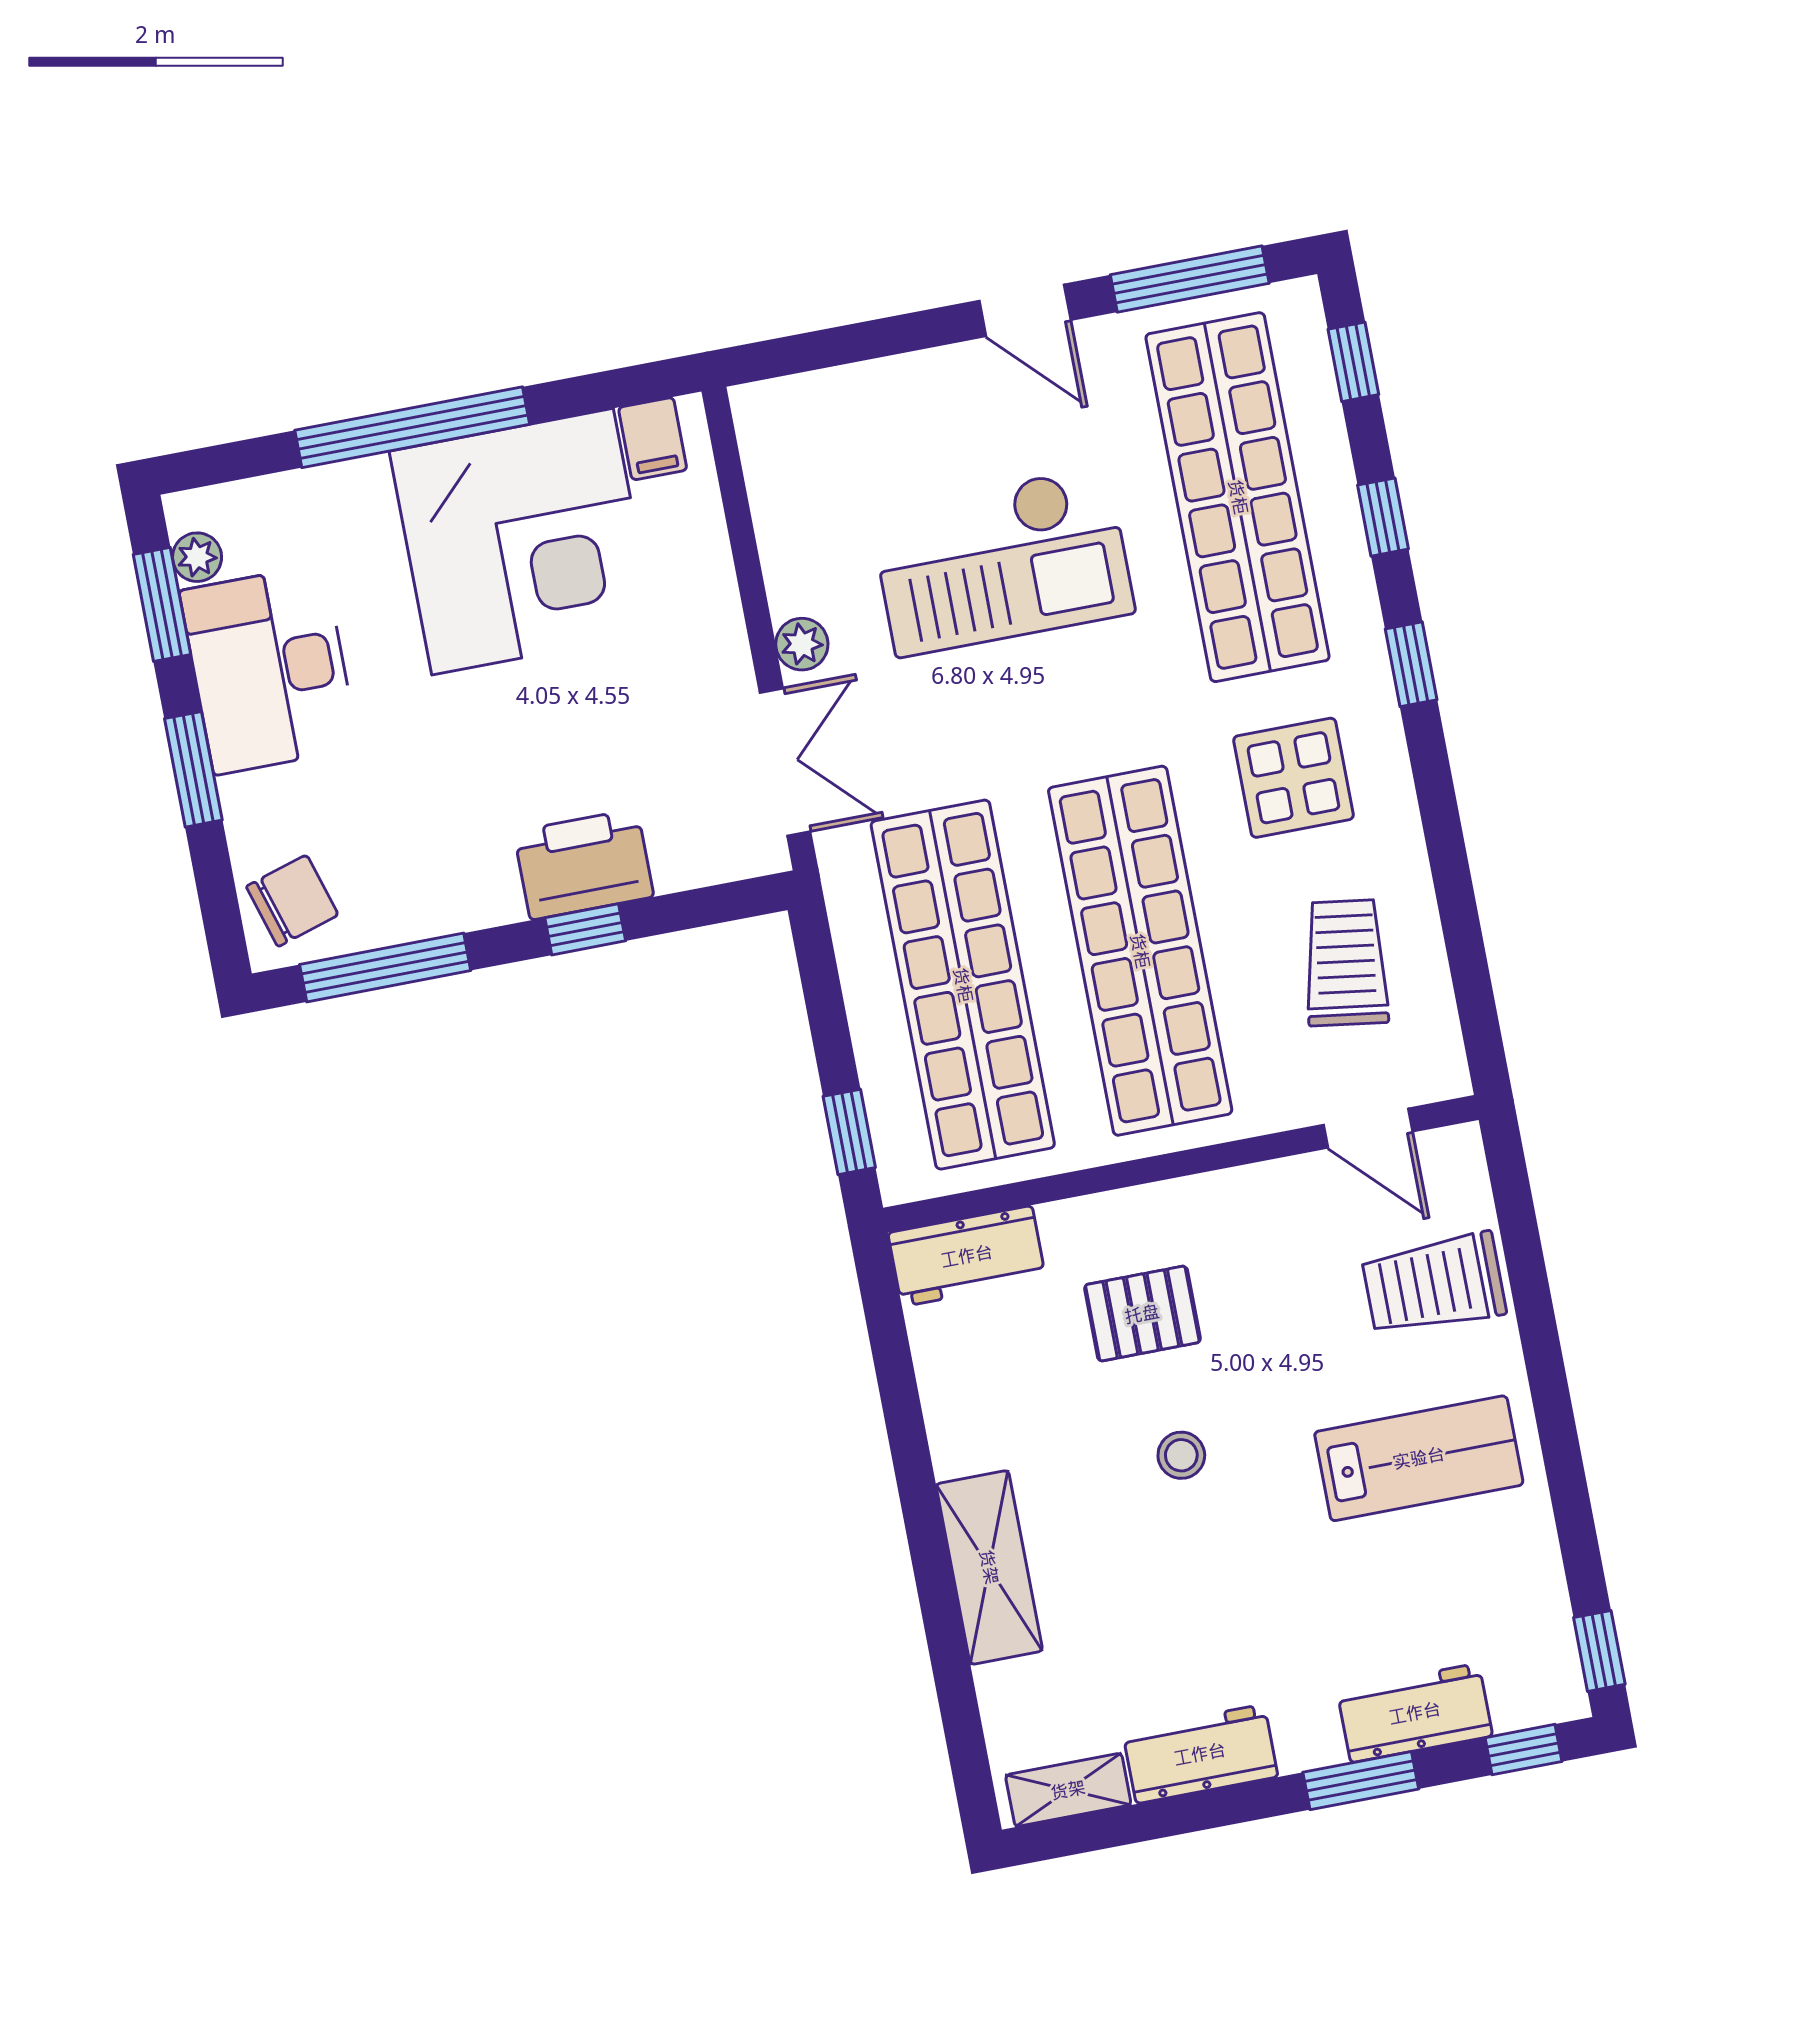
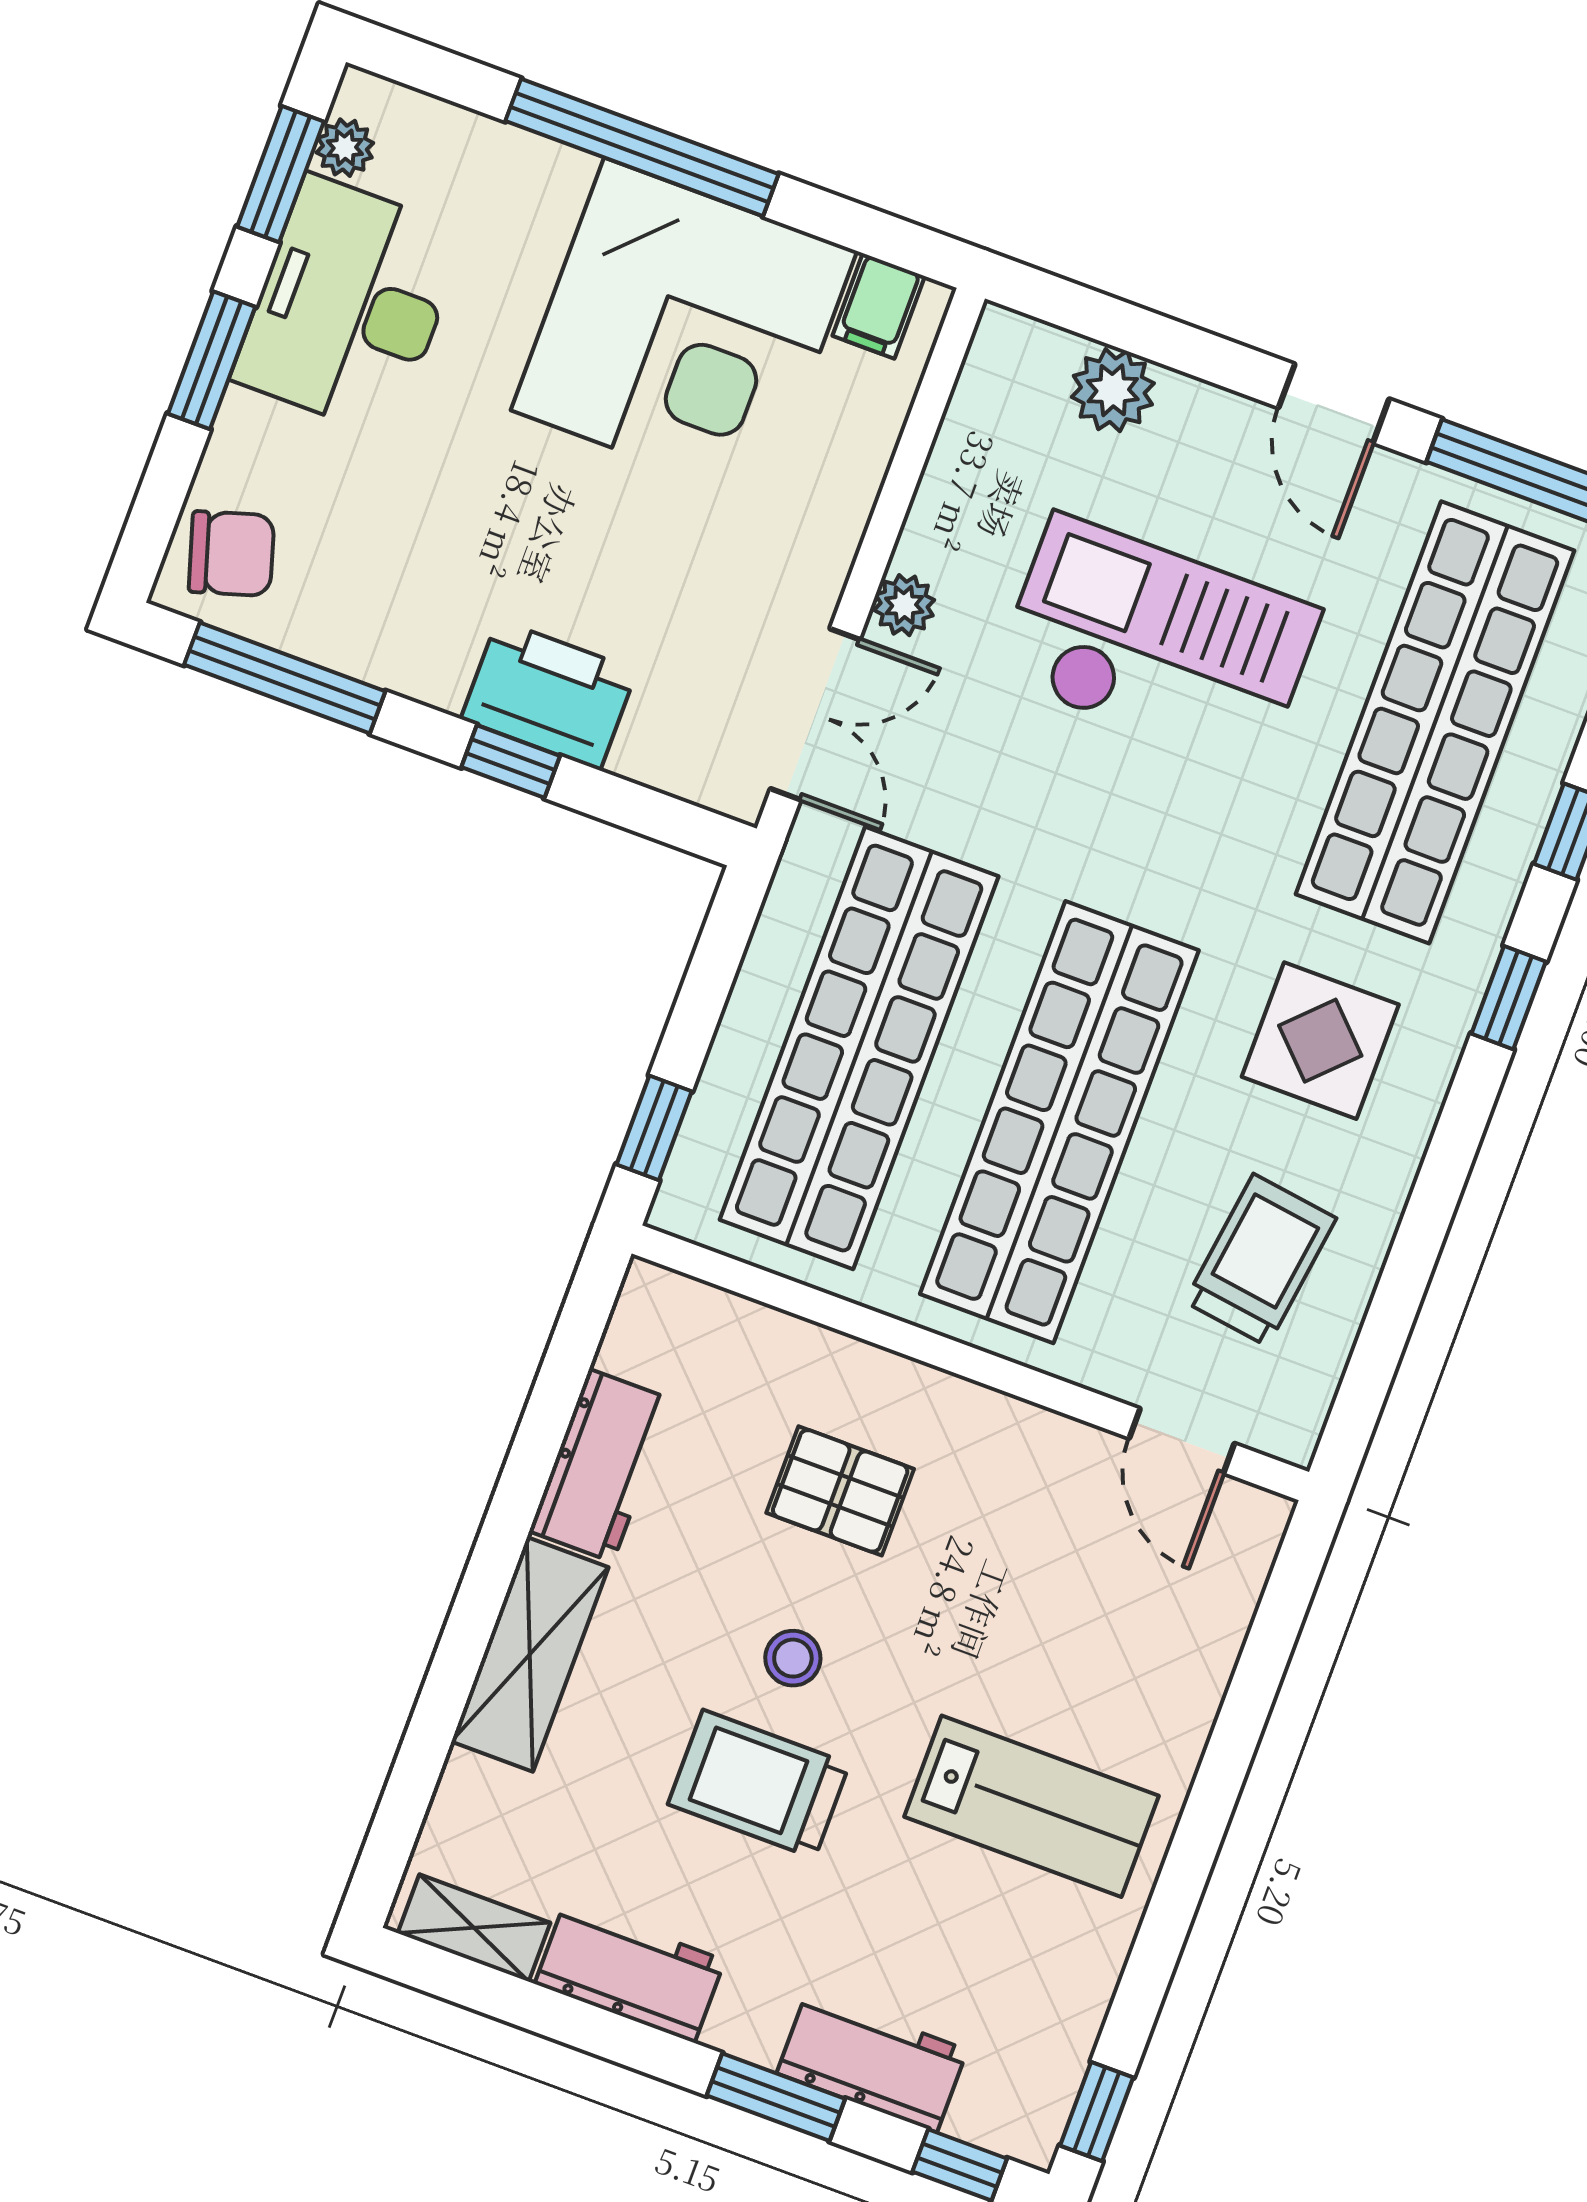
plant: (859, 397) -> (1113, 390), added
checkout: (1002, 561) -> (1157, 643), turned 180
workbench: (967, 1256) -> (601, 1465), moved, turned -90
trolley: (1434, 1284) -> (759, 1784), moved

